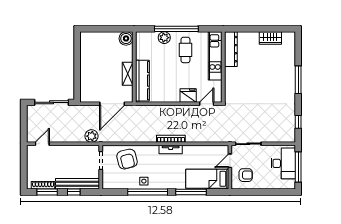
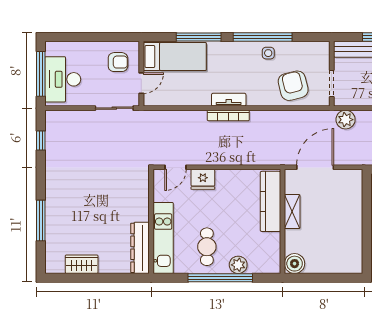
window: (298, 80) -> (41, 221), moved
armchair: (246, 175) -> (118, 62), turned 180

